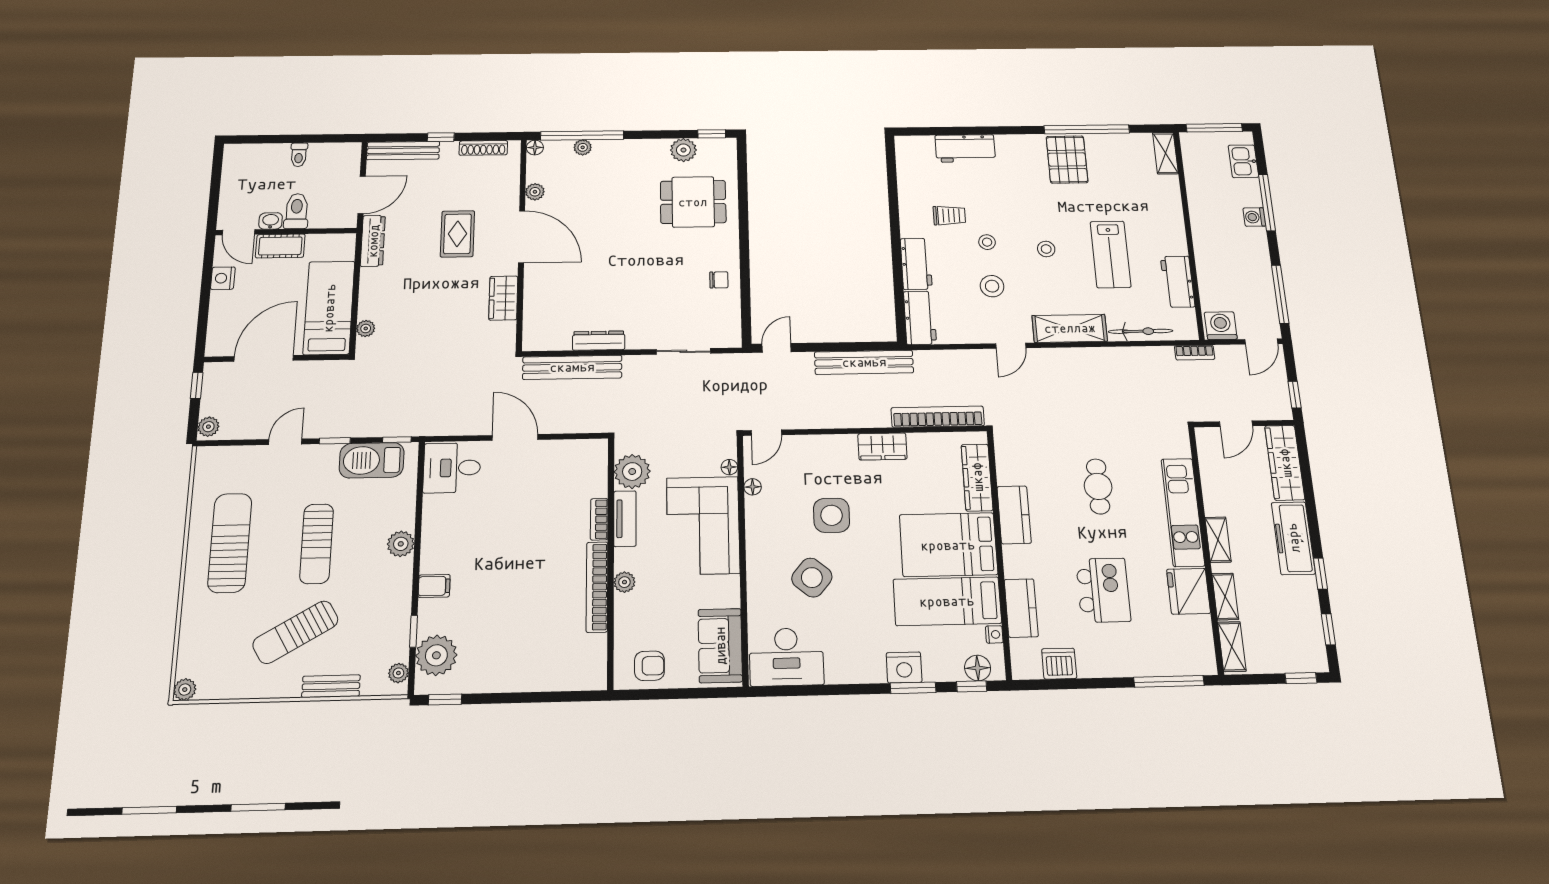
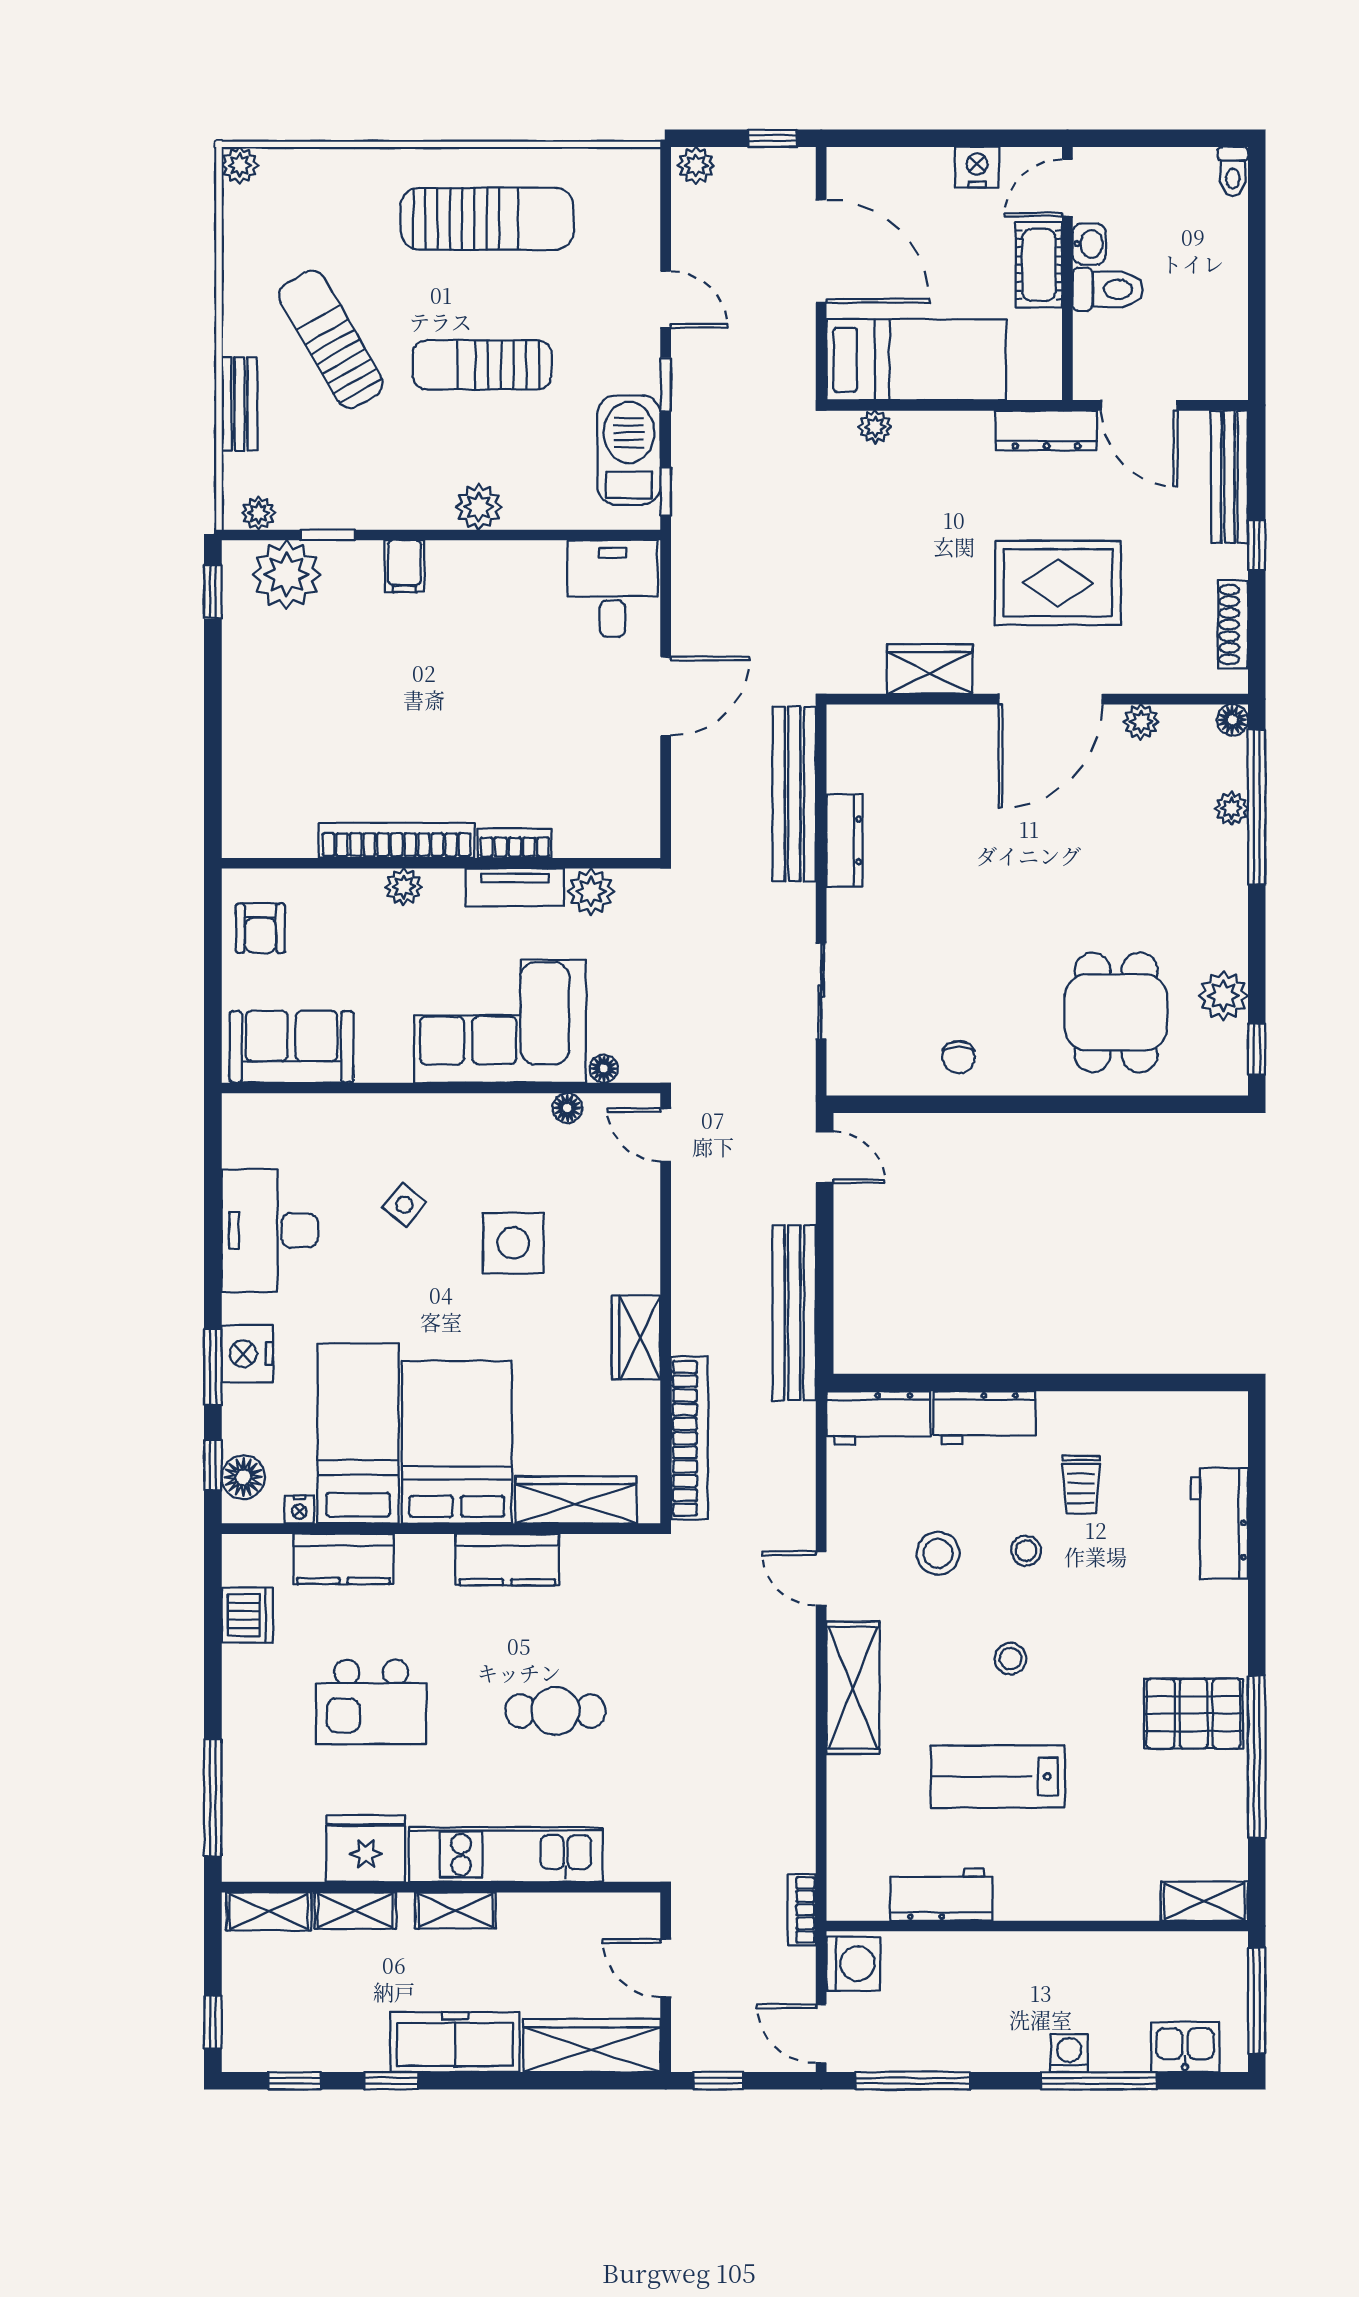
toilet: (299, 155) -> (1233, 172), moved, turned -90
rug: (457, 234) -> (1058, 583), width x1.36, depth x1.43
bicycle: (1141, 331) -> (845, 1816), removed
plant: (632, 471) -> (591, 891), width x0.73, depth x0.73
side table: (812, 578) -> (404, 1205), width x0.54, depth x0.54
desk: (786, 657) -> (270, 1230), moved

